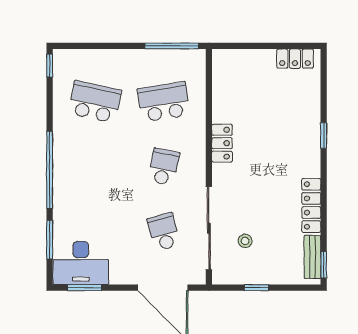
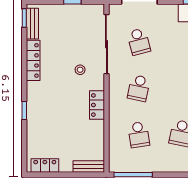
bench: (234, 57) -> (89, 167), added
school desk: (164, 102) -> (139, 135), width x0.54
stool: (245, 241) -> (80, 70), moved

